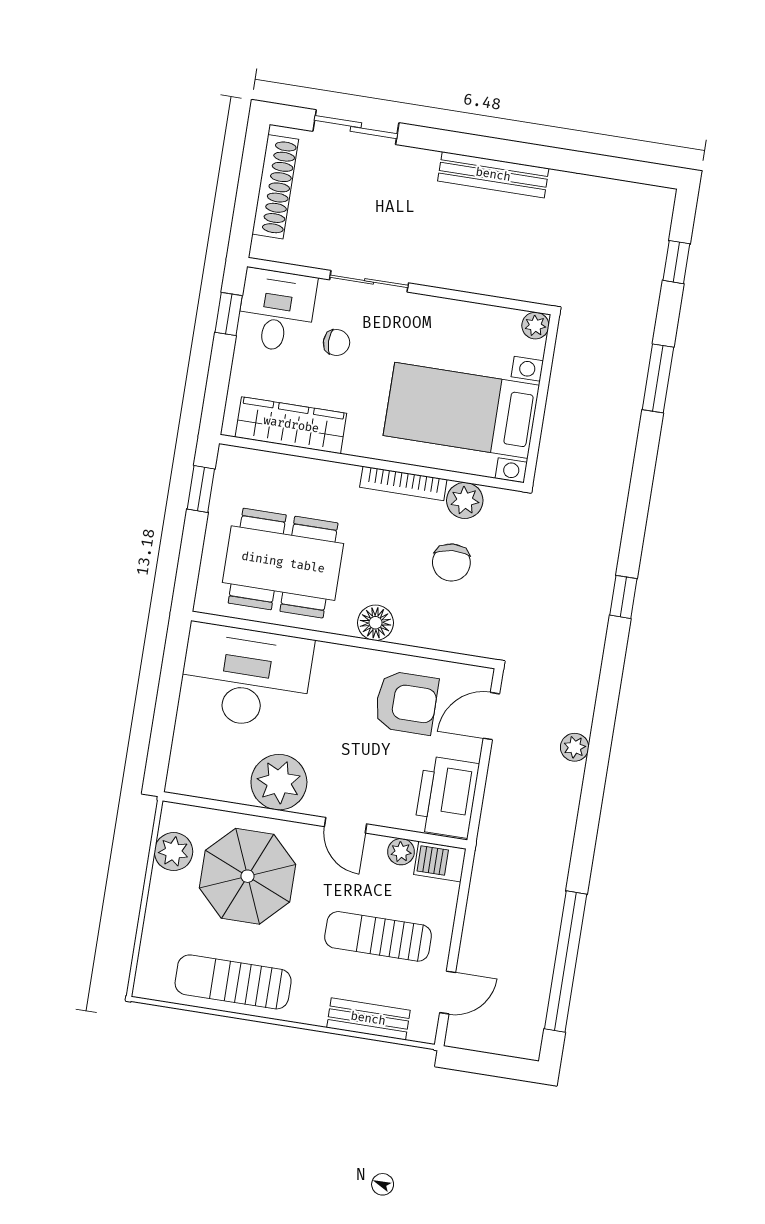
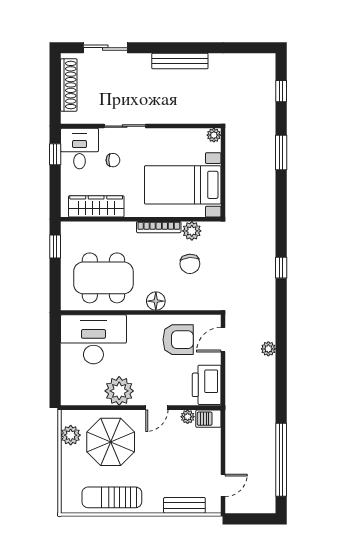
door: (345, 825) -> (157, 408), hinge flipped
sun lounger: (378, 936) -> (183, 462), removed

